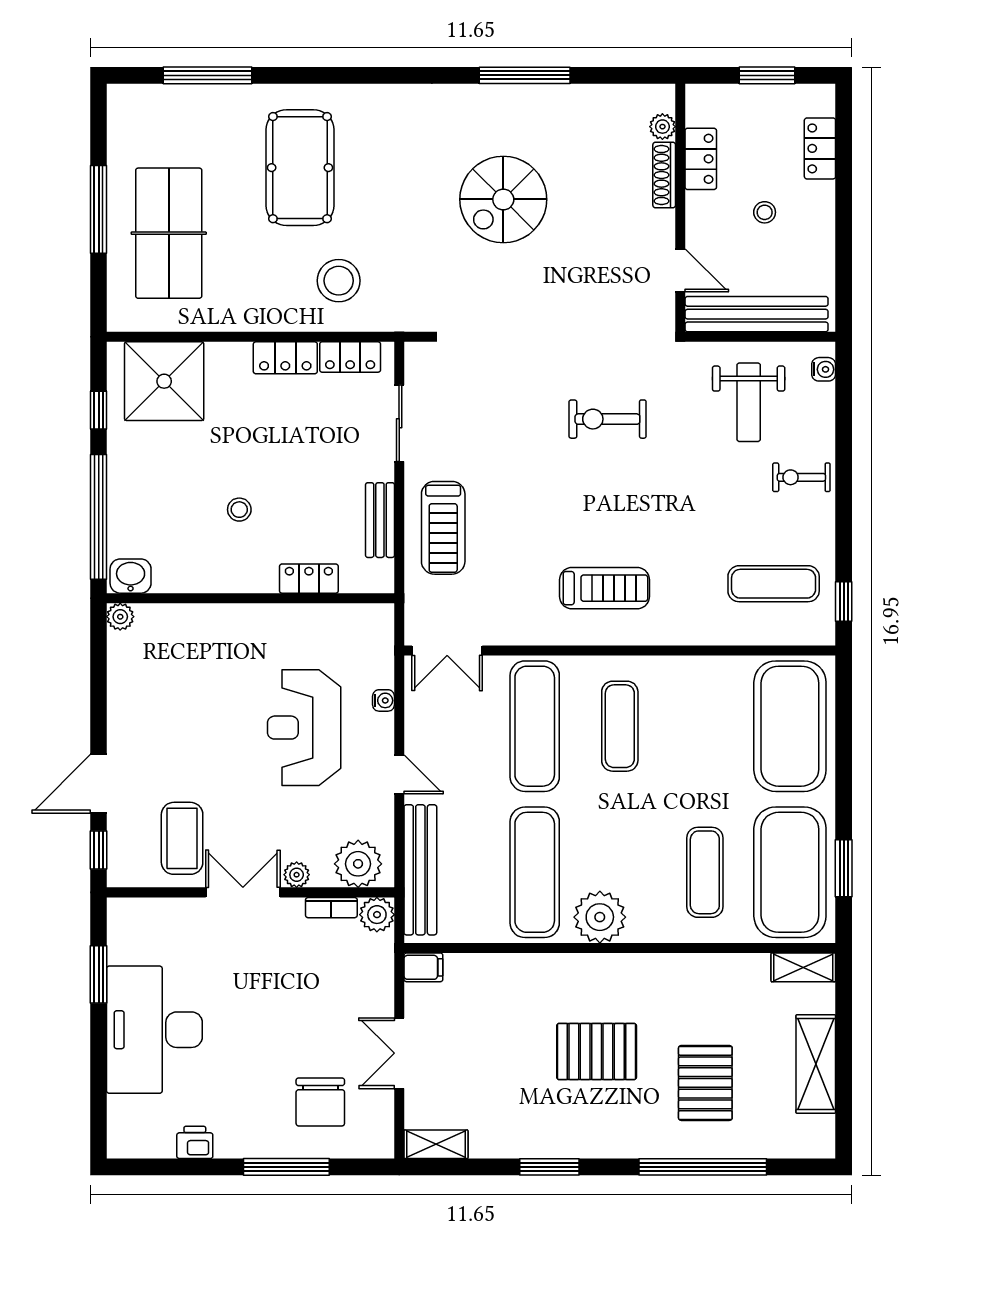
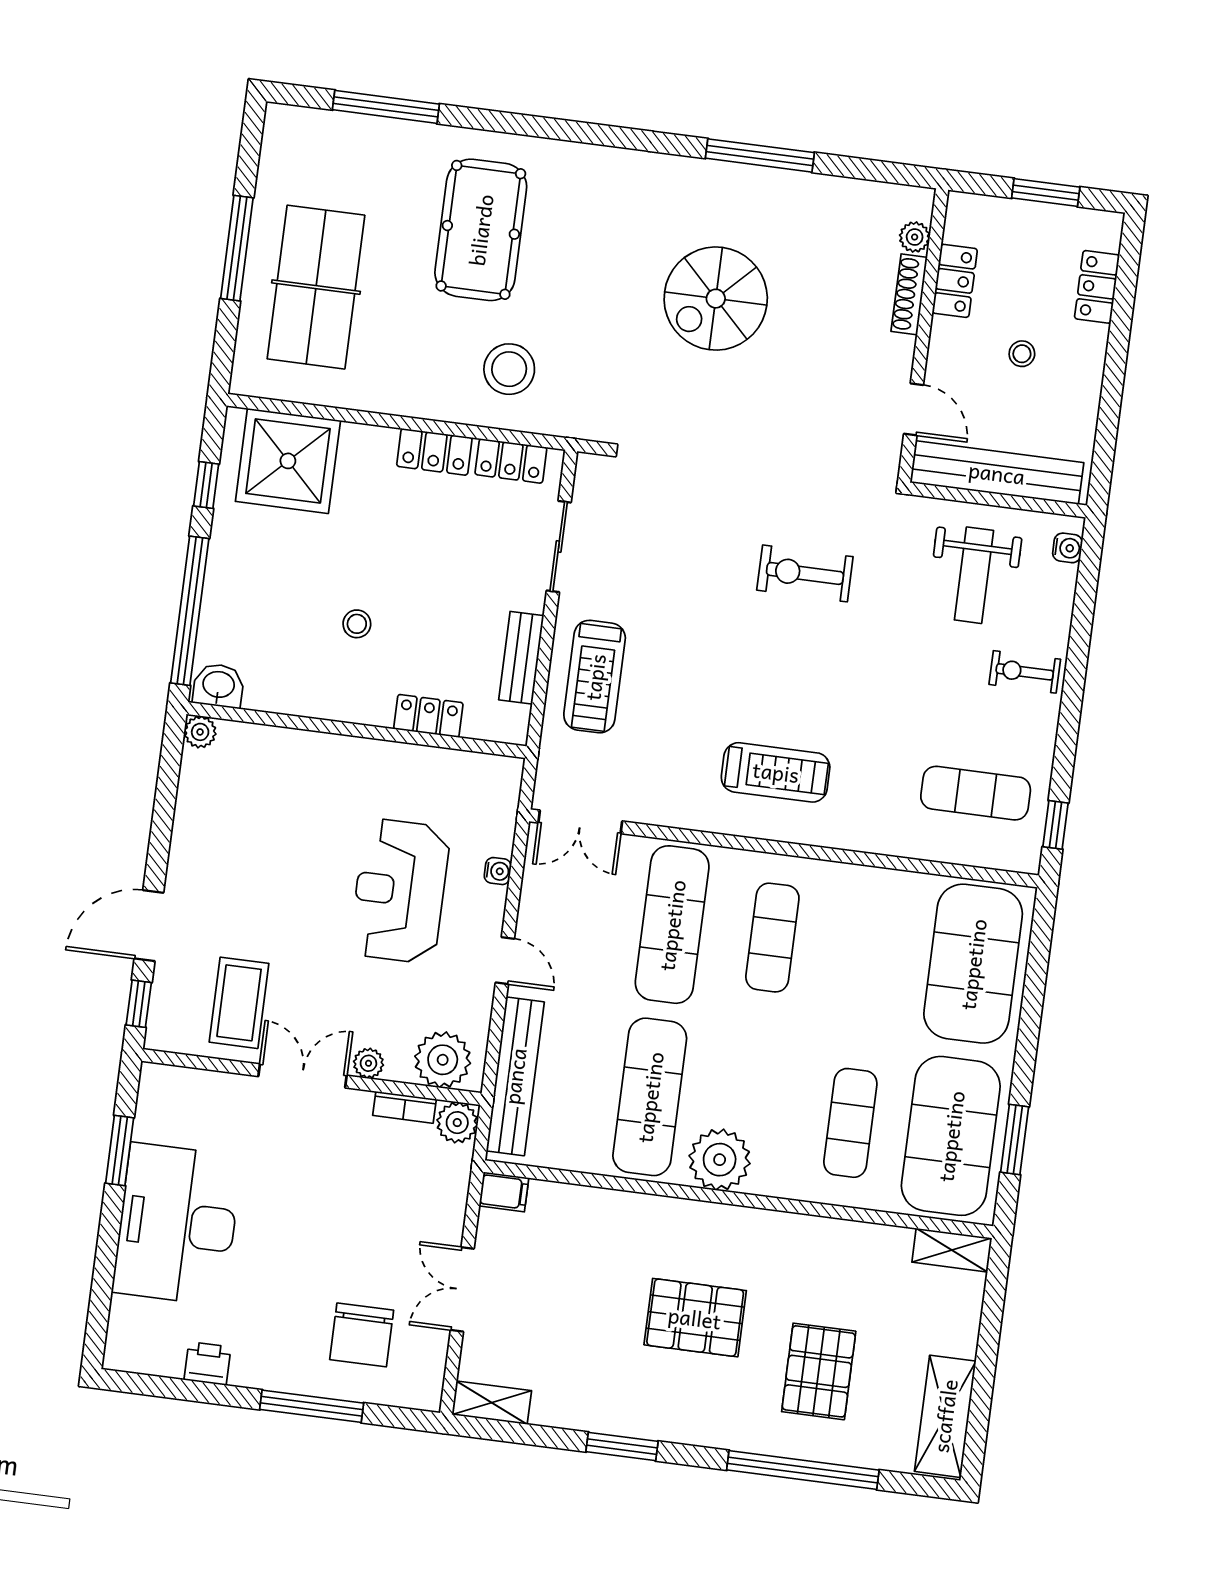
shelving: (816, 1064) -> (945, 1416), moved

